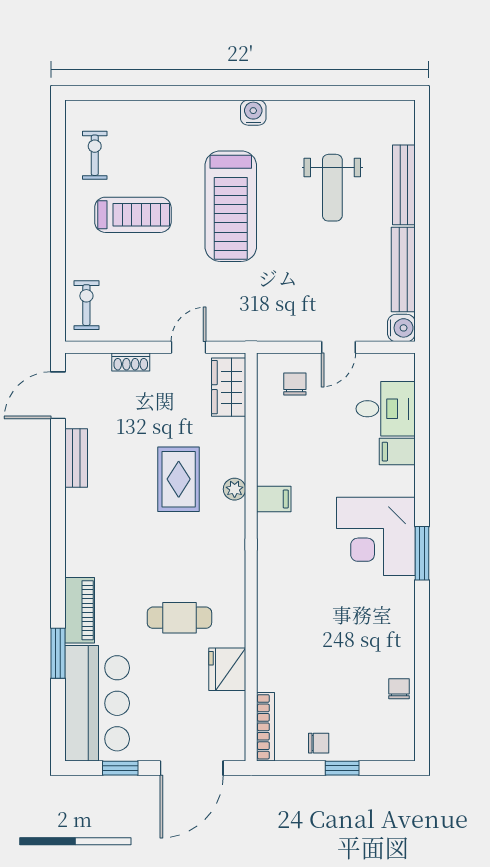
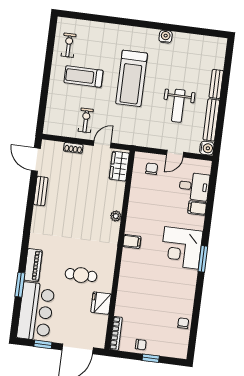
water cooler: (253, 113) -> (166, 37), moved
bench: (404, 185) -> (216, 84), width x0.73
weight bench: (332, 188) -> (178, 106), moved
treadmill: (133, 215) -> (83, 76), turned 180
exercise bike: (86, 305) -> (86, 120), moved
door: (58, 395) -> (36, 159), hinge flipped
rug: (179, 479) -> (89, 208), removed
filing cabinet: (274, 499) -> (132, 241), moved

